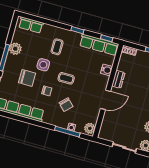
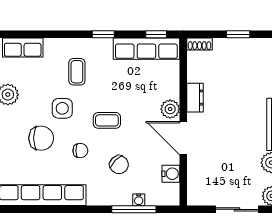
water cooler: (107, 70) -> (171, 174), moved
door: (106, 100) -> (183, 138), swing flipped
plant: (90, 128) -> (170, 109), moved

